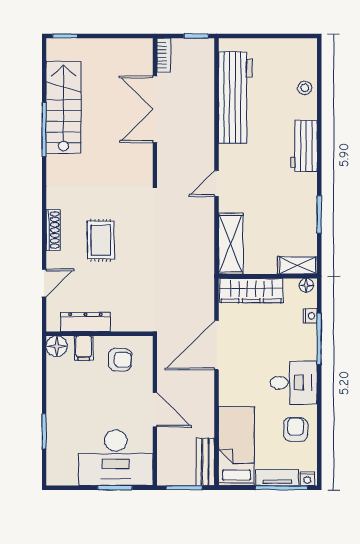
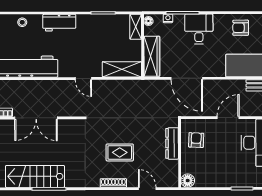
dresser: (85, 322) -> (172, 143), moved
filing cabinet: (84, 348) -> (189, 163), removed
desk: (294, 383) -> (199, 29), moved

